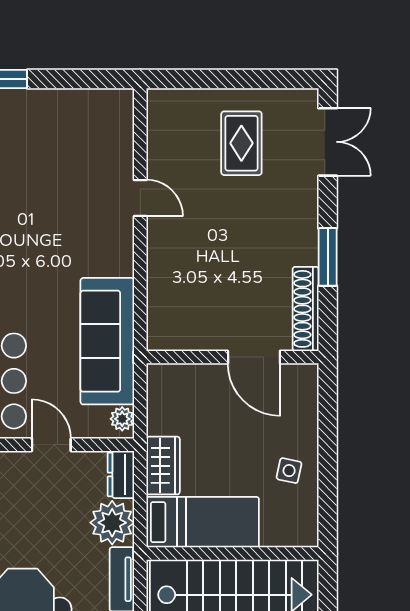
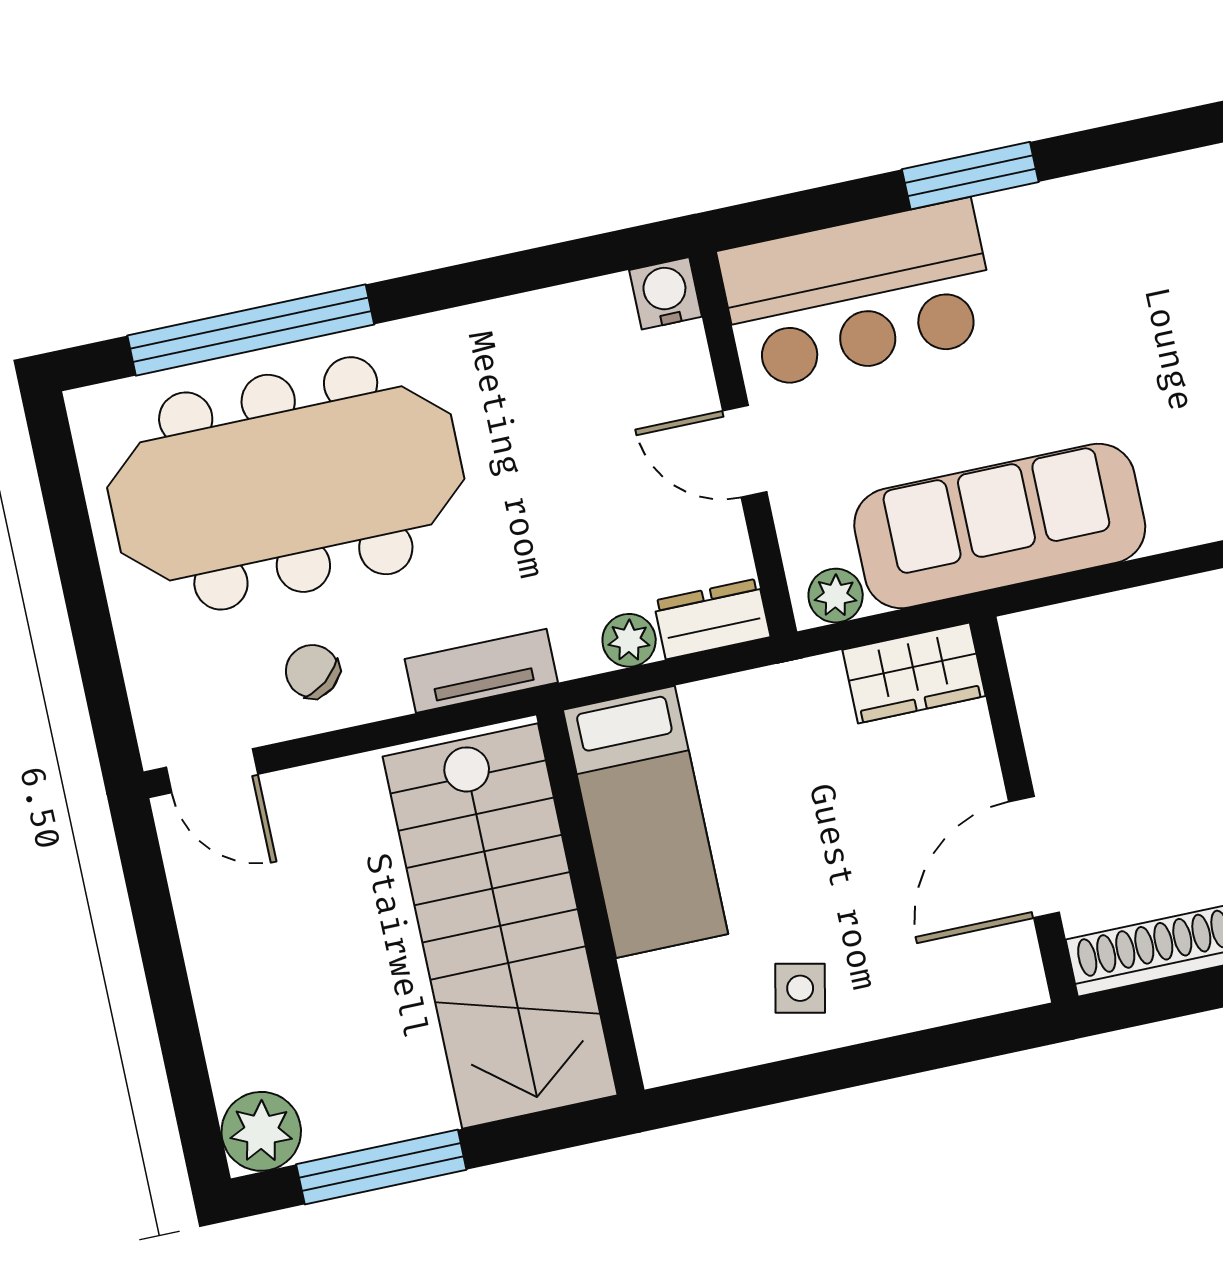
door: (51, 445) -> (745, 451), swing flipped
wardrobe: (163, 466) -> (914, 673), moved
plant: (112, 523) -> (629, 640), width x0.53, depth x0.53

